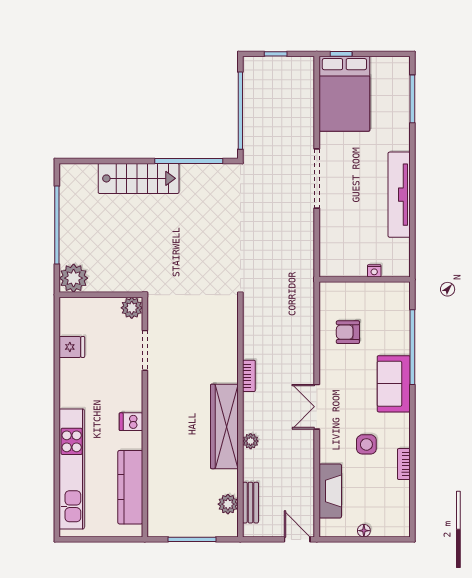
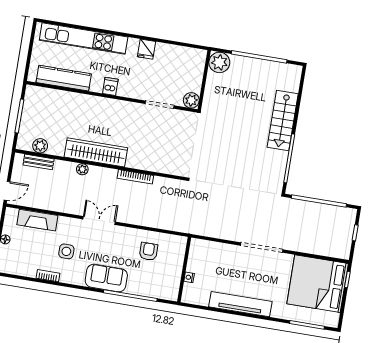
bed: (344, 94) -> (318, 284), width x1.36
fridge: (72, 347) -> (147, 49), moved
bookcase: (249, 376) -> (135, 177), width x1.56

